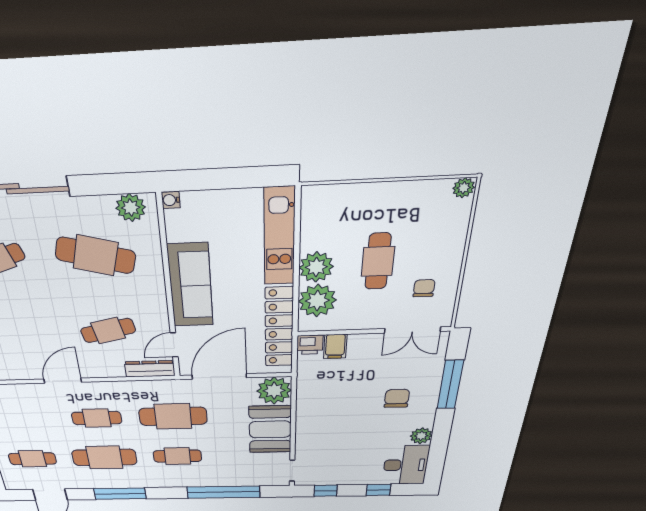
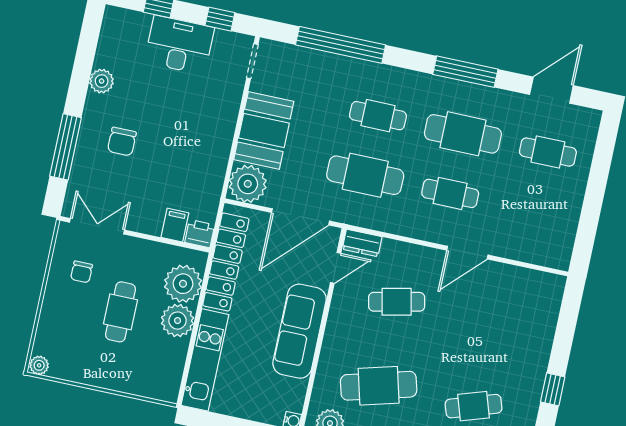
cafe table: (96, 255) -> (379, 386), turned -30
dresser: (150, 369) -> (362, 243), width x0.70
desk: (406, 465) -> (179, 45), moved, turned 90

